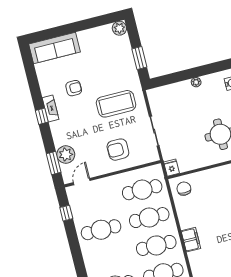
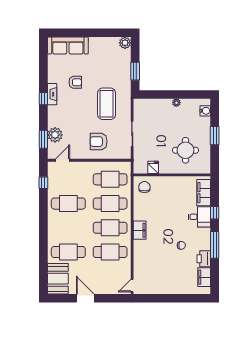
coffee table: (116, 104) -> (107, 104), turned 90
fridge: (171, 168) -> (153, 167), moved

